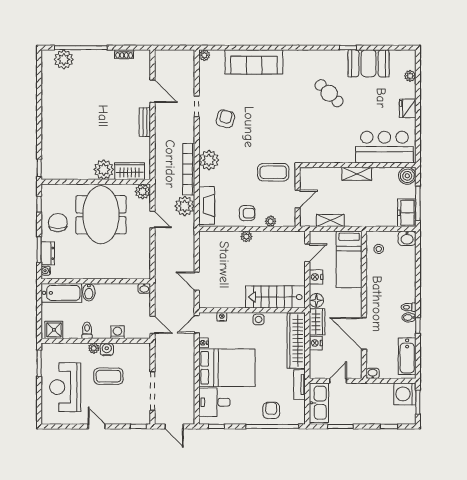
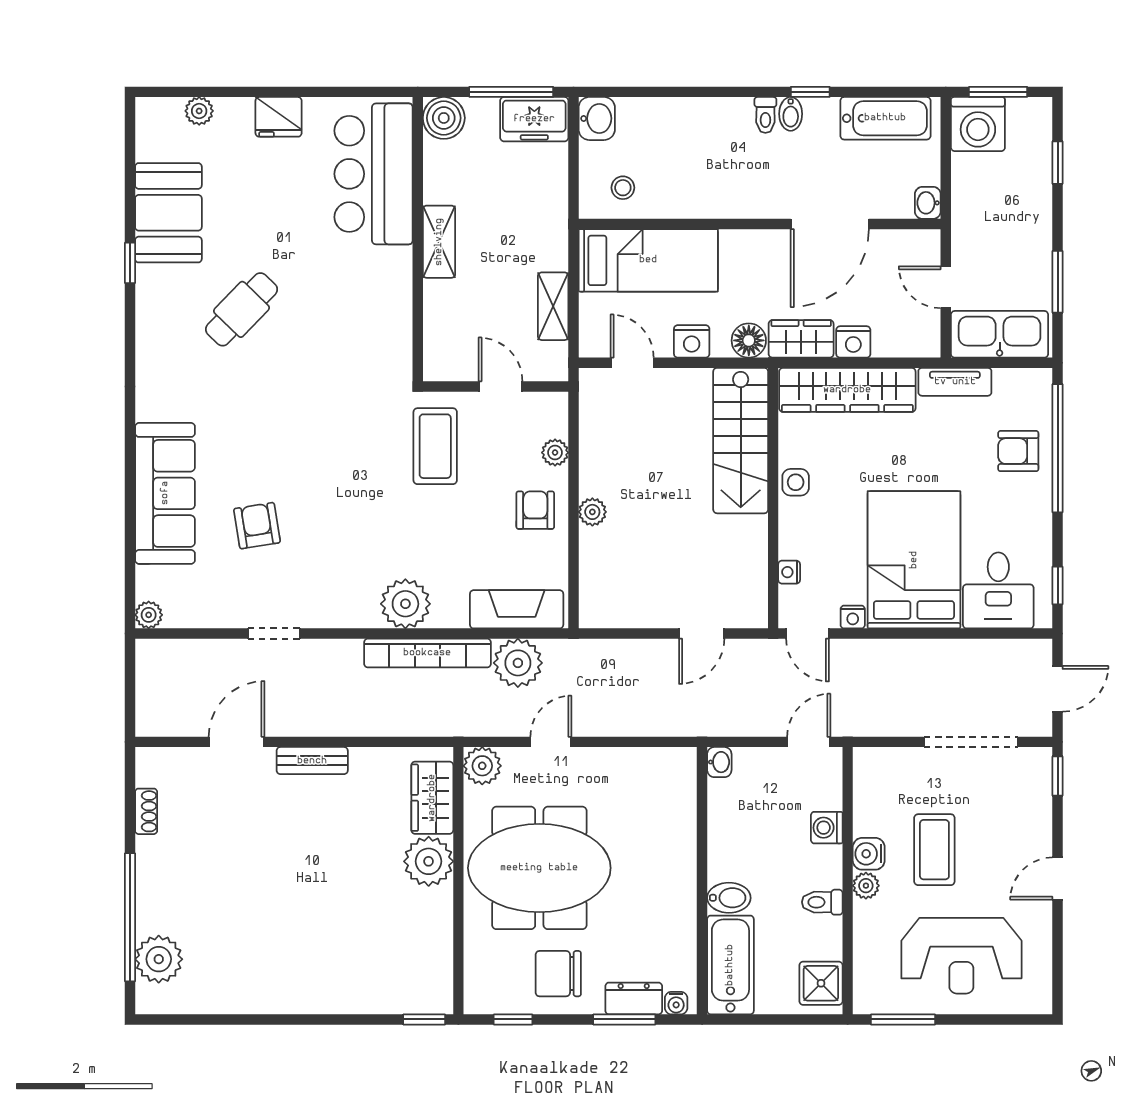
armchair: (225, 119) -> (257, 526), moved, turned 66

